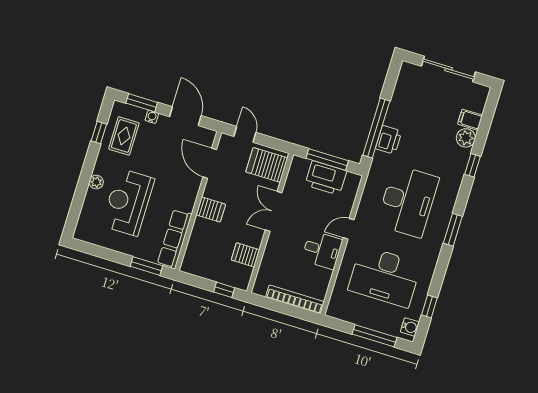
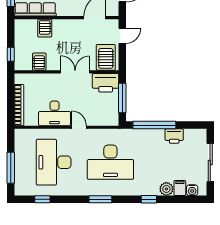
printer: (389, 140) -> (174, 136), moved
printer: (326, 178) -> (106, 83), moved, turned -90
server rack: (211, 210) -> (45, 28), moved
desk: (322, 250) -> (54, 113), width x1.37
water cooler: (410, 327) -> (192, 190), moved

